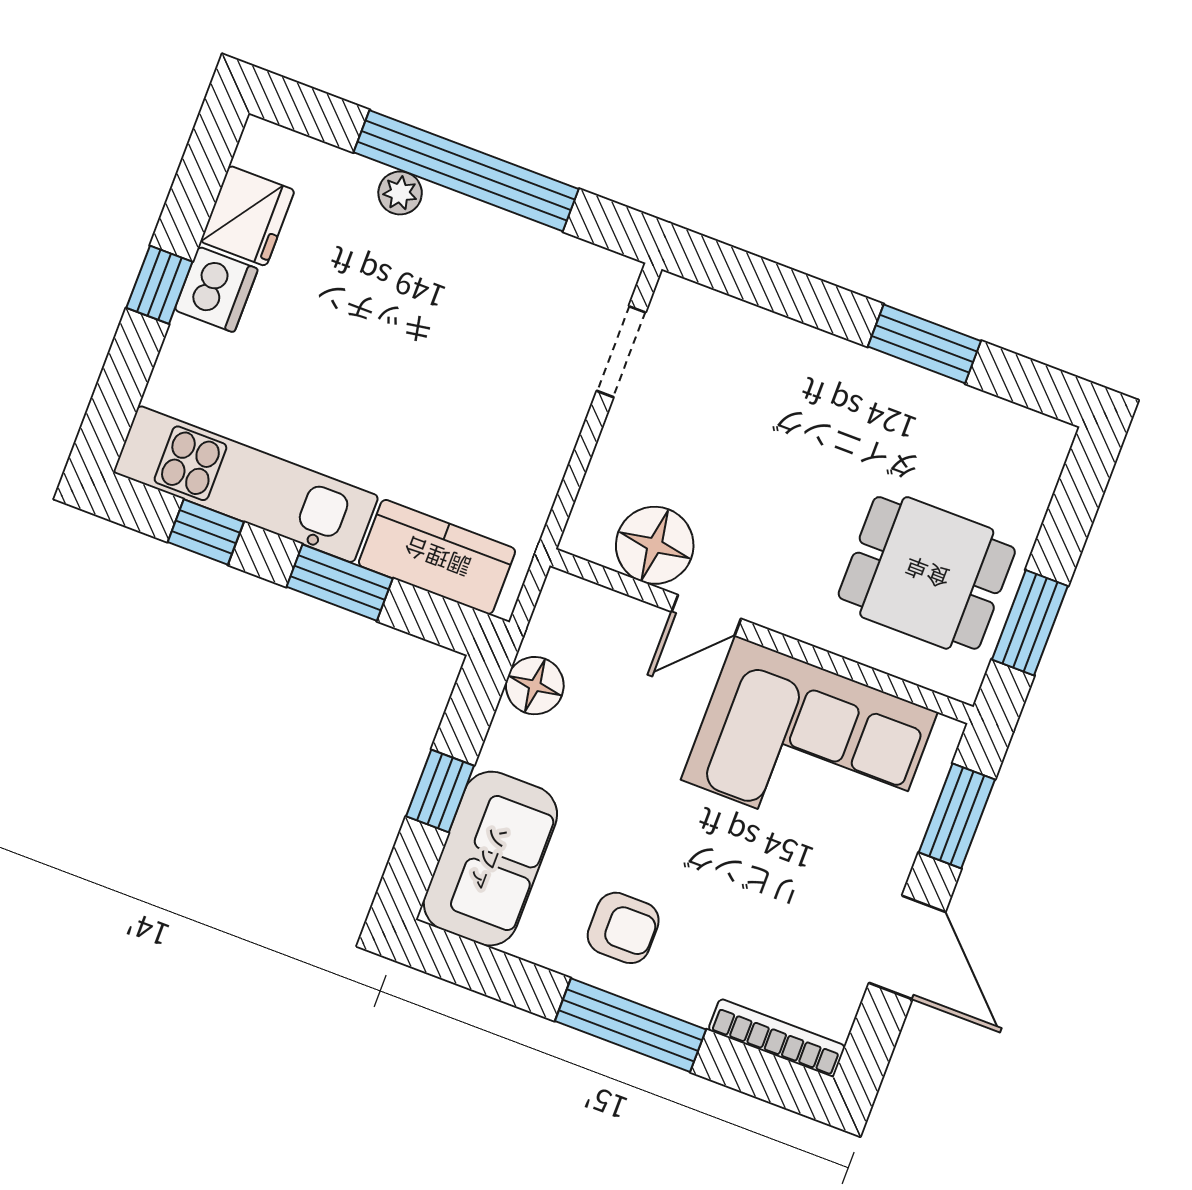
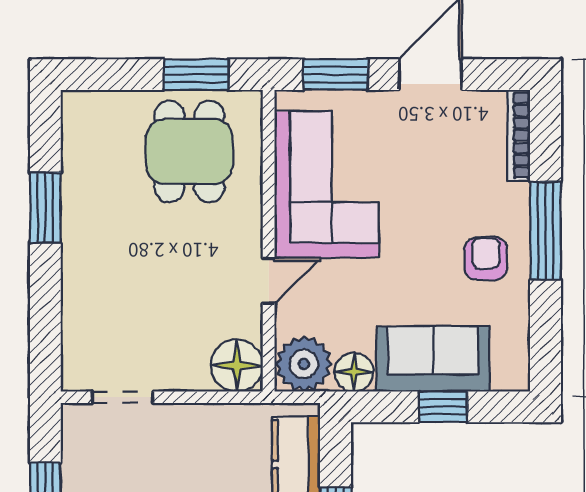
floor lamp: (655, 545) -> (237, 365), moved
door: (706, 615) -> (269, 281), hinge flipped
plant: (572, 620) -> (304, 364), added
sofa: (490, 859) -> (433, 359), moved

